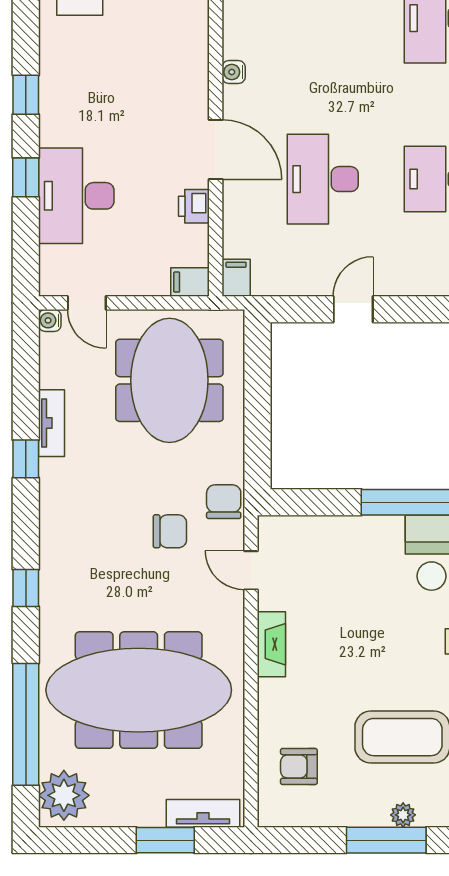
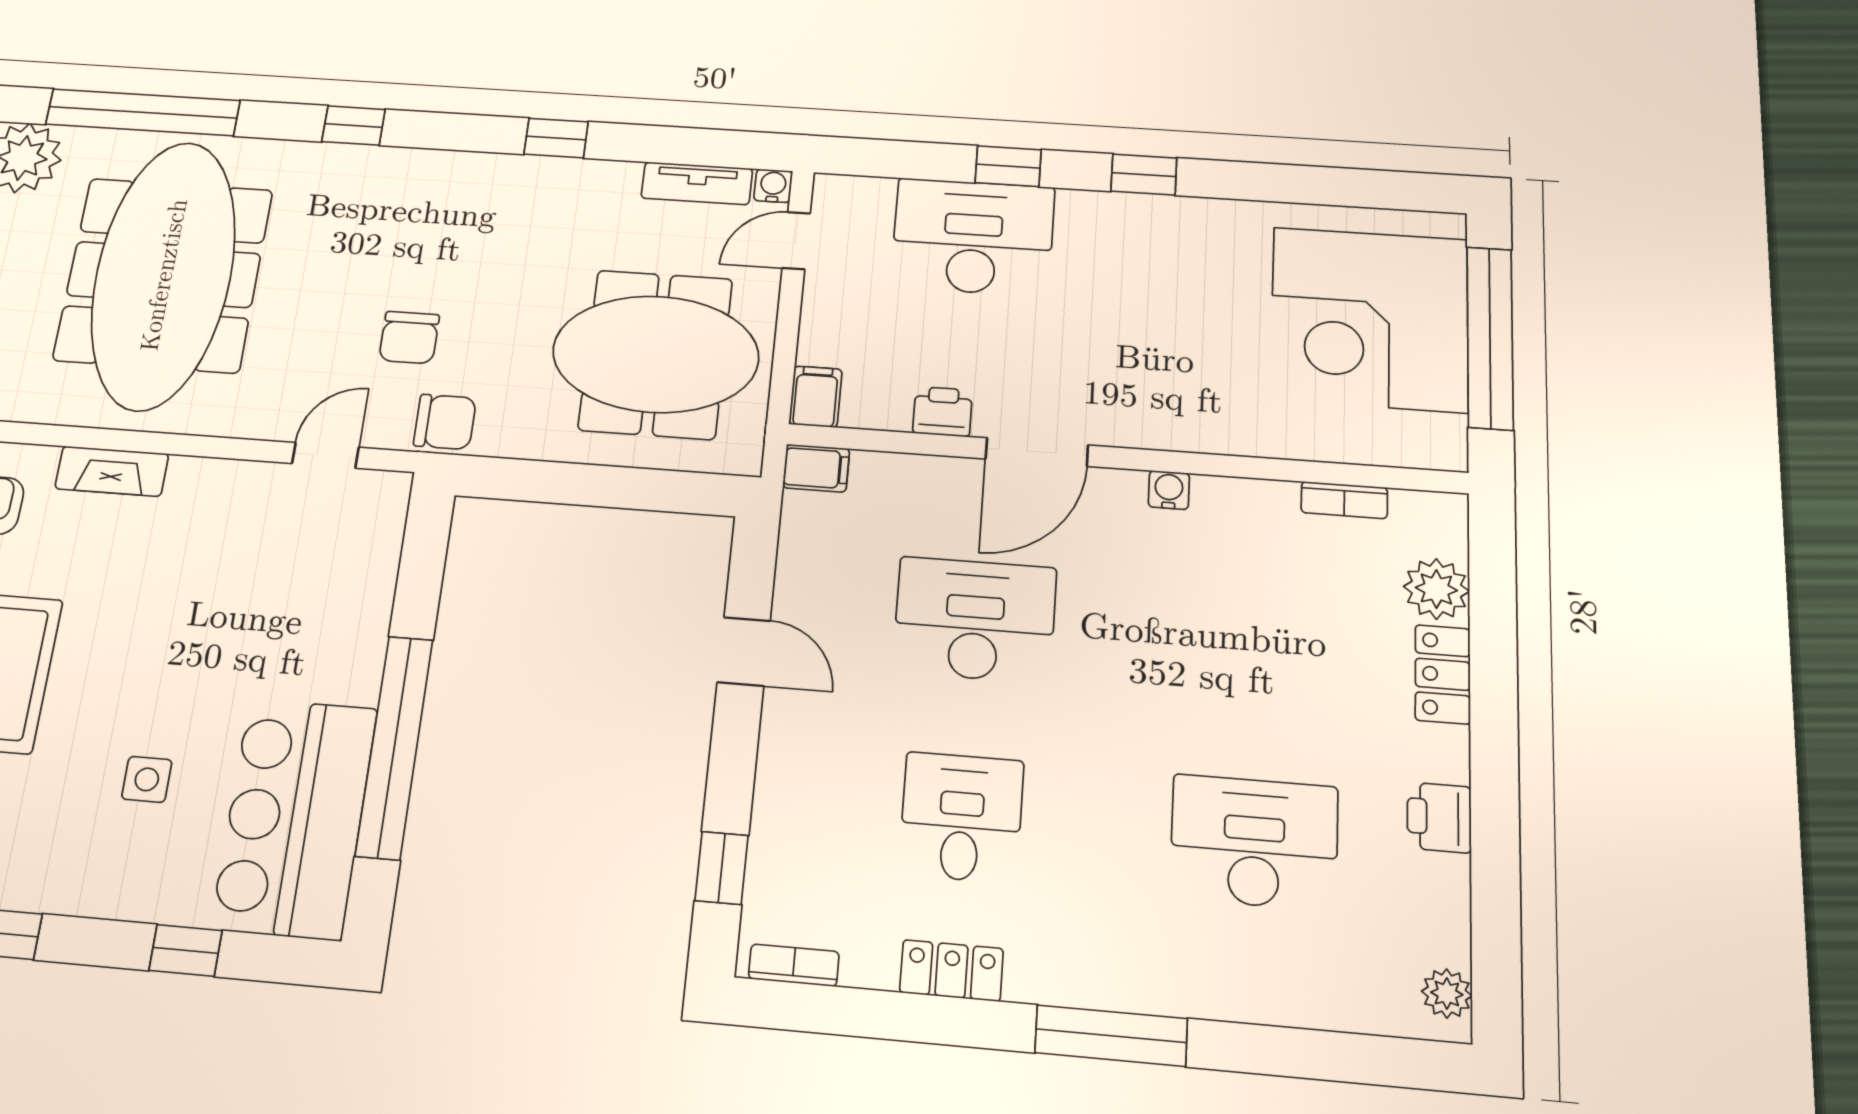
tv unit: (51, 423) -> (697, 183), moved
fireplace: (271, 644) -> (112, 471), moved

